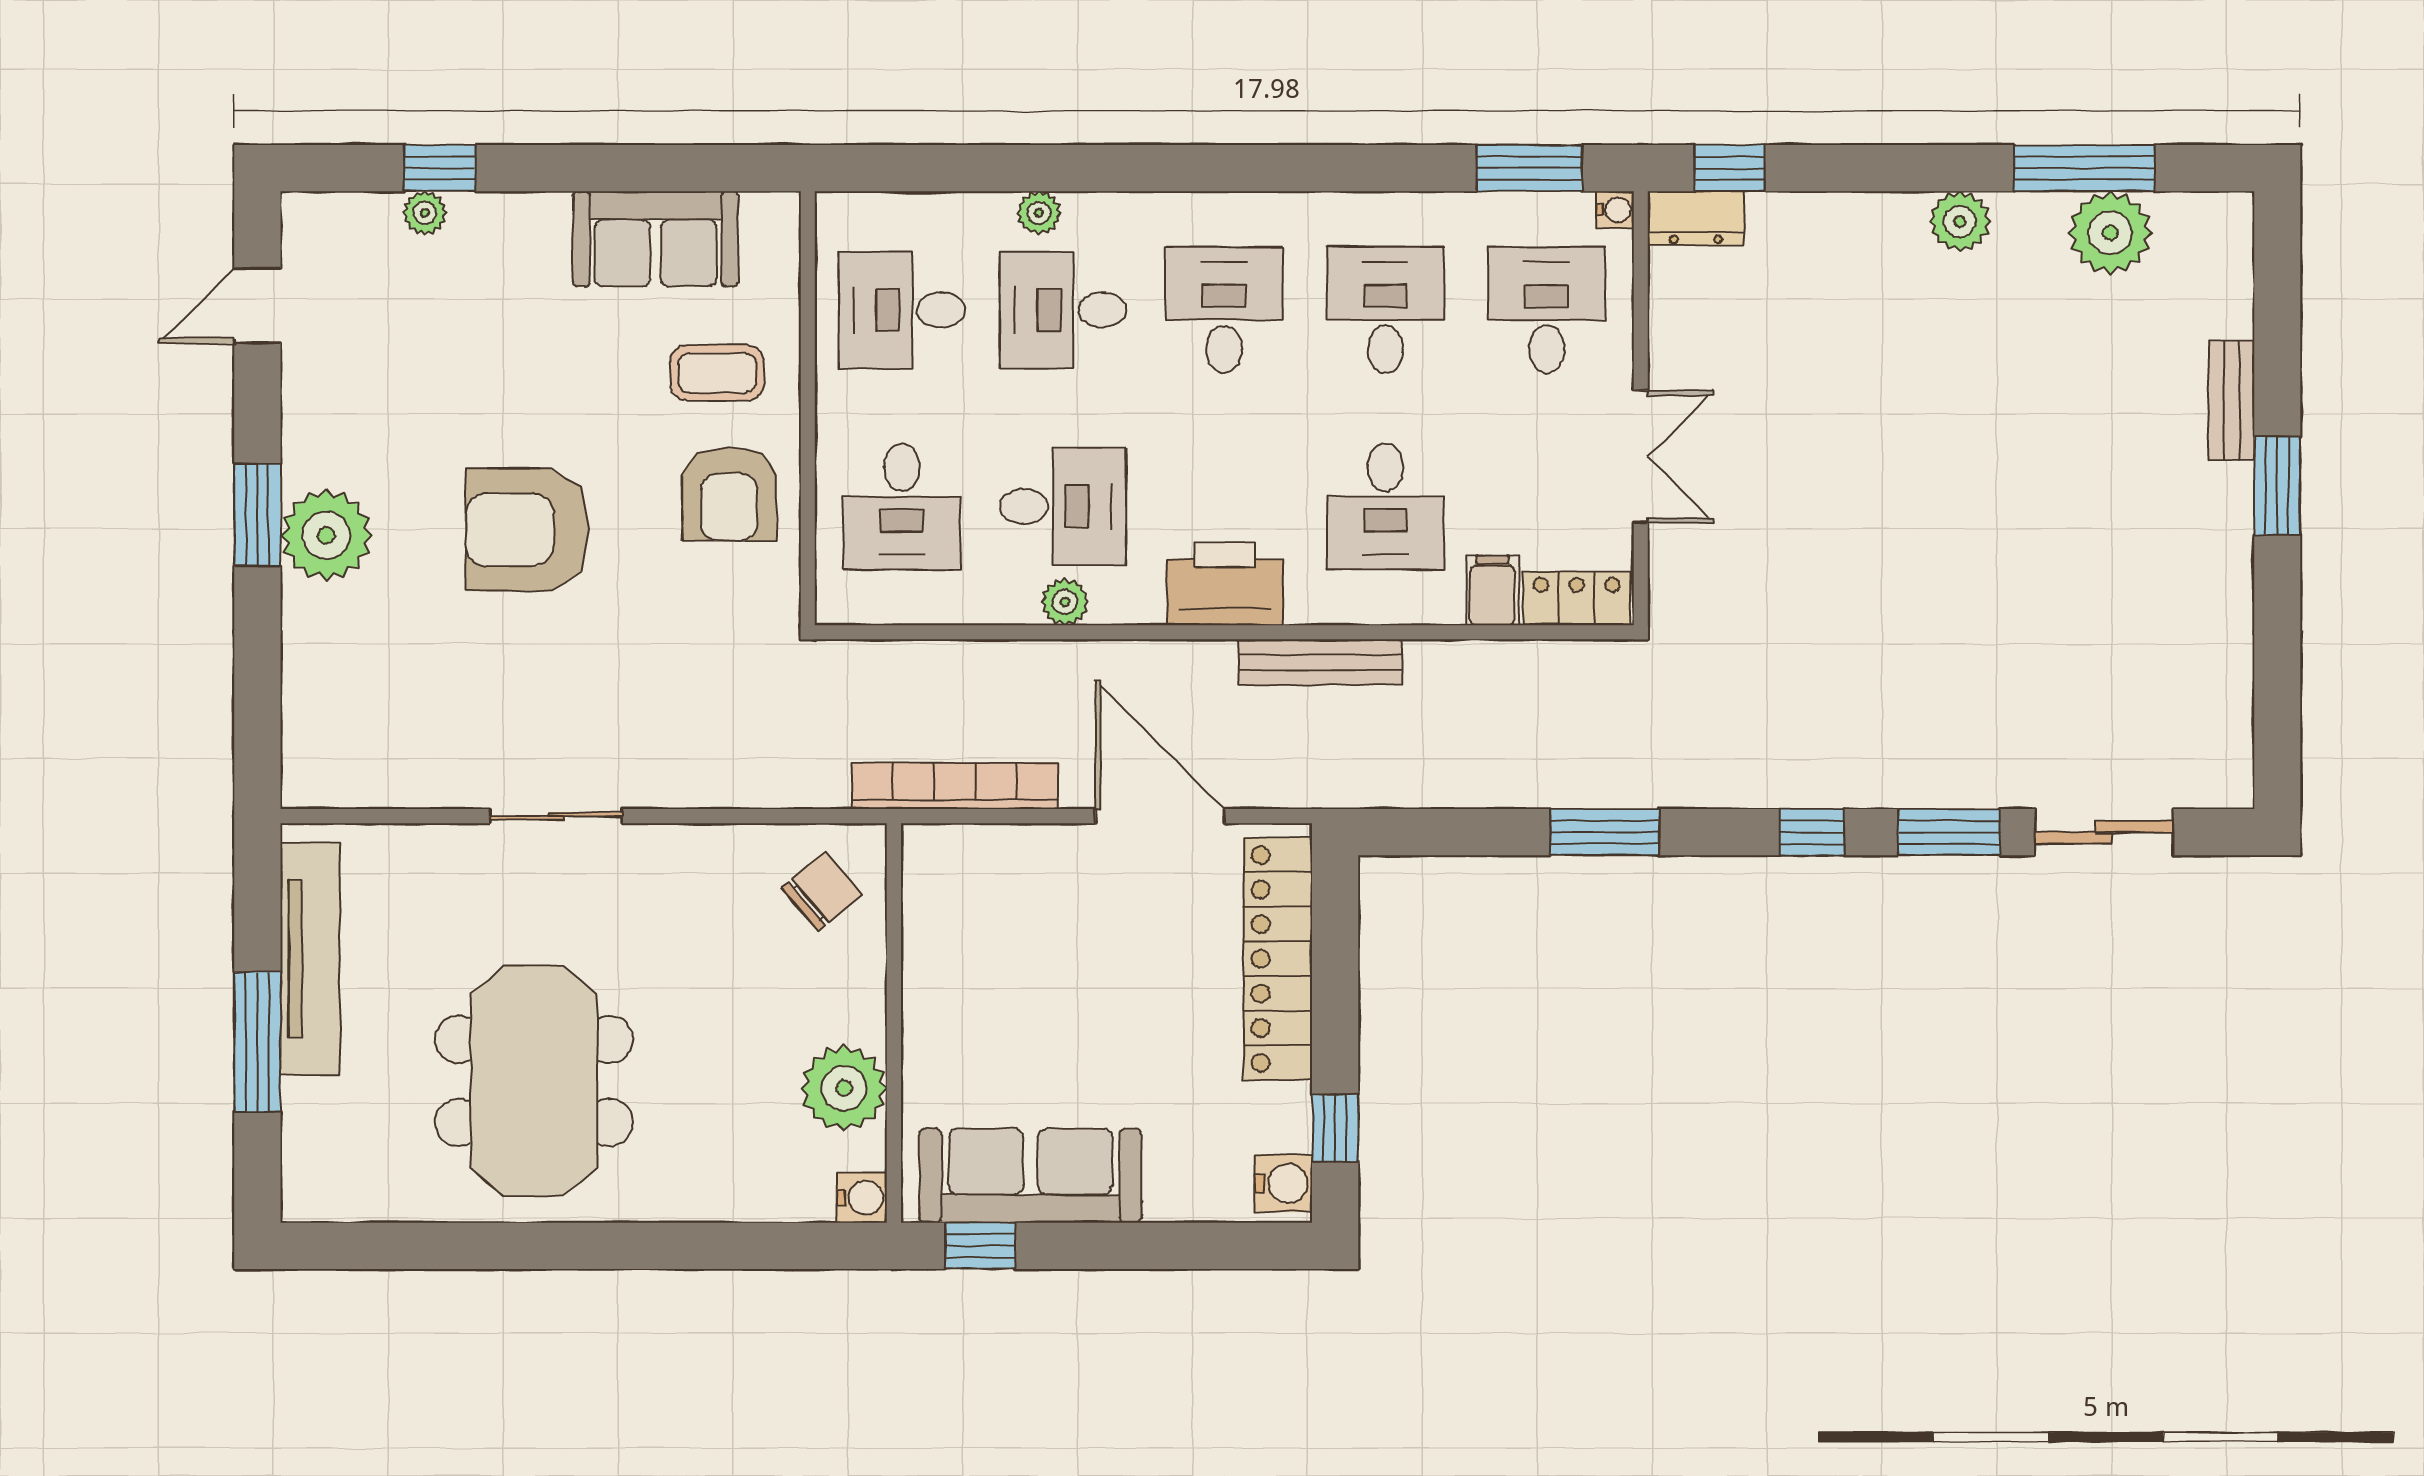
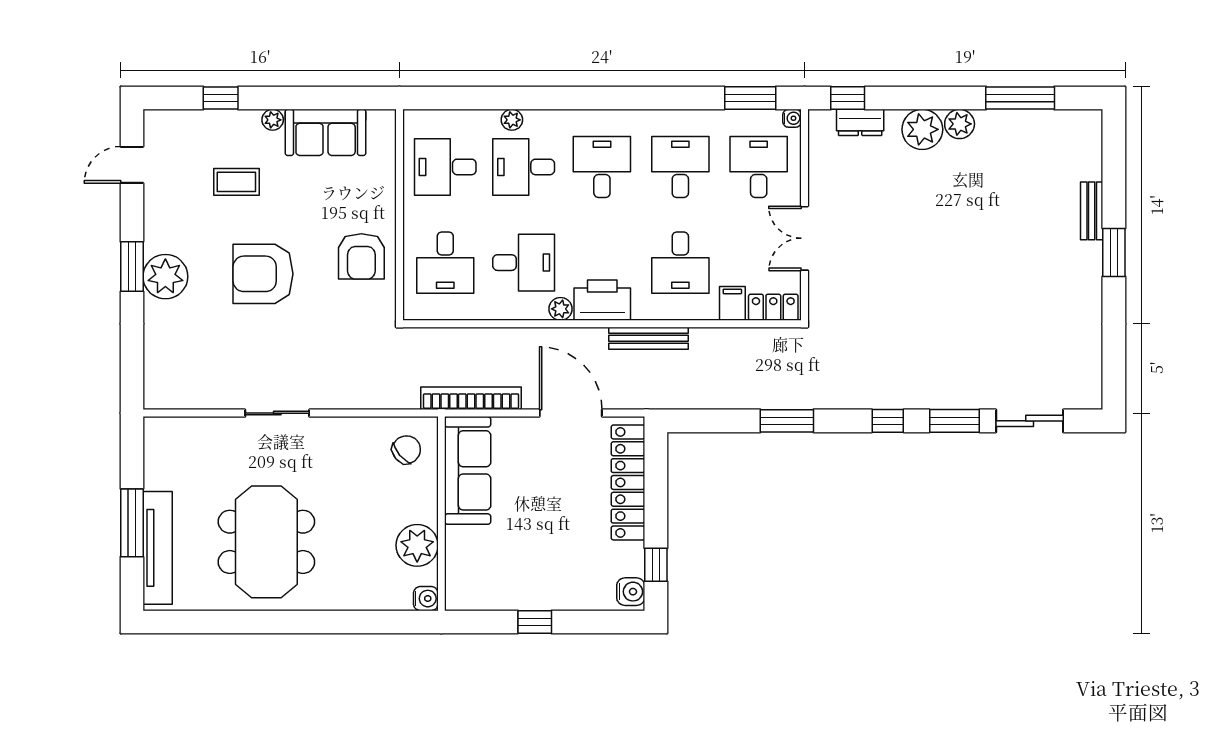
plant: (425, 213) -> (273, 120), moved
dresser: (1696, 218) -> (860, 122), moved
plant: (2110, 233) -> (922, 129), moved
coffee table: (717, 373) -> (236, 182), moved
double door: (1641, 457) -> (804, 238), swing flipped
plant: (1065, 602) -> (560, 309), moved
tv unit: (310, 959) -> (158, 548), moved
sofa: (1030, 1176) -> (468, 470), moved, turned 90
window: (980, 1246) -> (535, 622), moved

